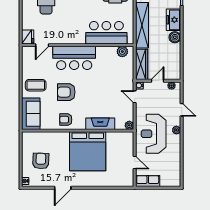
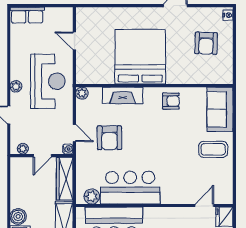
bar counter: (74, 58) -> (130, 188), moved
armchair: (66, 92) -> (109, 138), moved, turned 90
row of seats: (148, 181) -> (27, 15), moved

